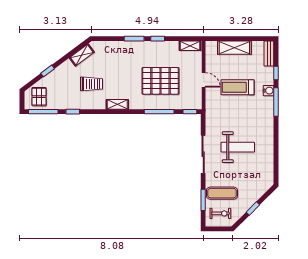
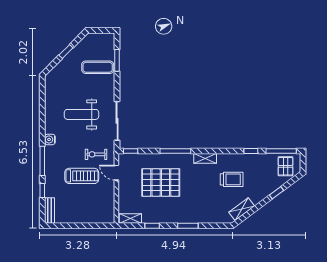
window: (158, 39) -> (152, 226), moved
shelving: (234, 48) -> (85, 217), removed
door: (204, 80) -> (116, 173), moved
trolley: (91, 84) -> (232, 179), turned 180
water cooler: (269, 91) -> (50, 139), moved
window: (159, 112) -> (175, 151), moved
sliding door: (203, 154) -> (117, 121), moved
exercise bike: (220, 213) -> (96, 154), moved

